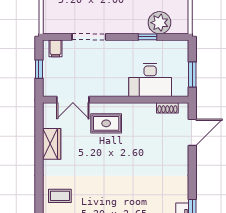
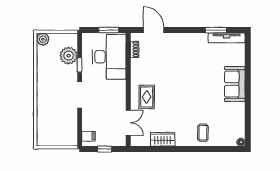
doorway: (89, 37) -> (80, 95), moved
desk: (150, 80) -> (109, 57), width x1.36, depth x1.30

